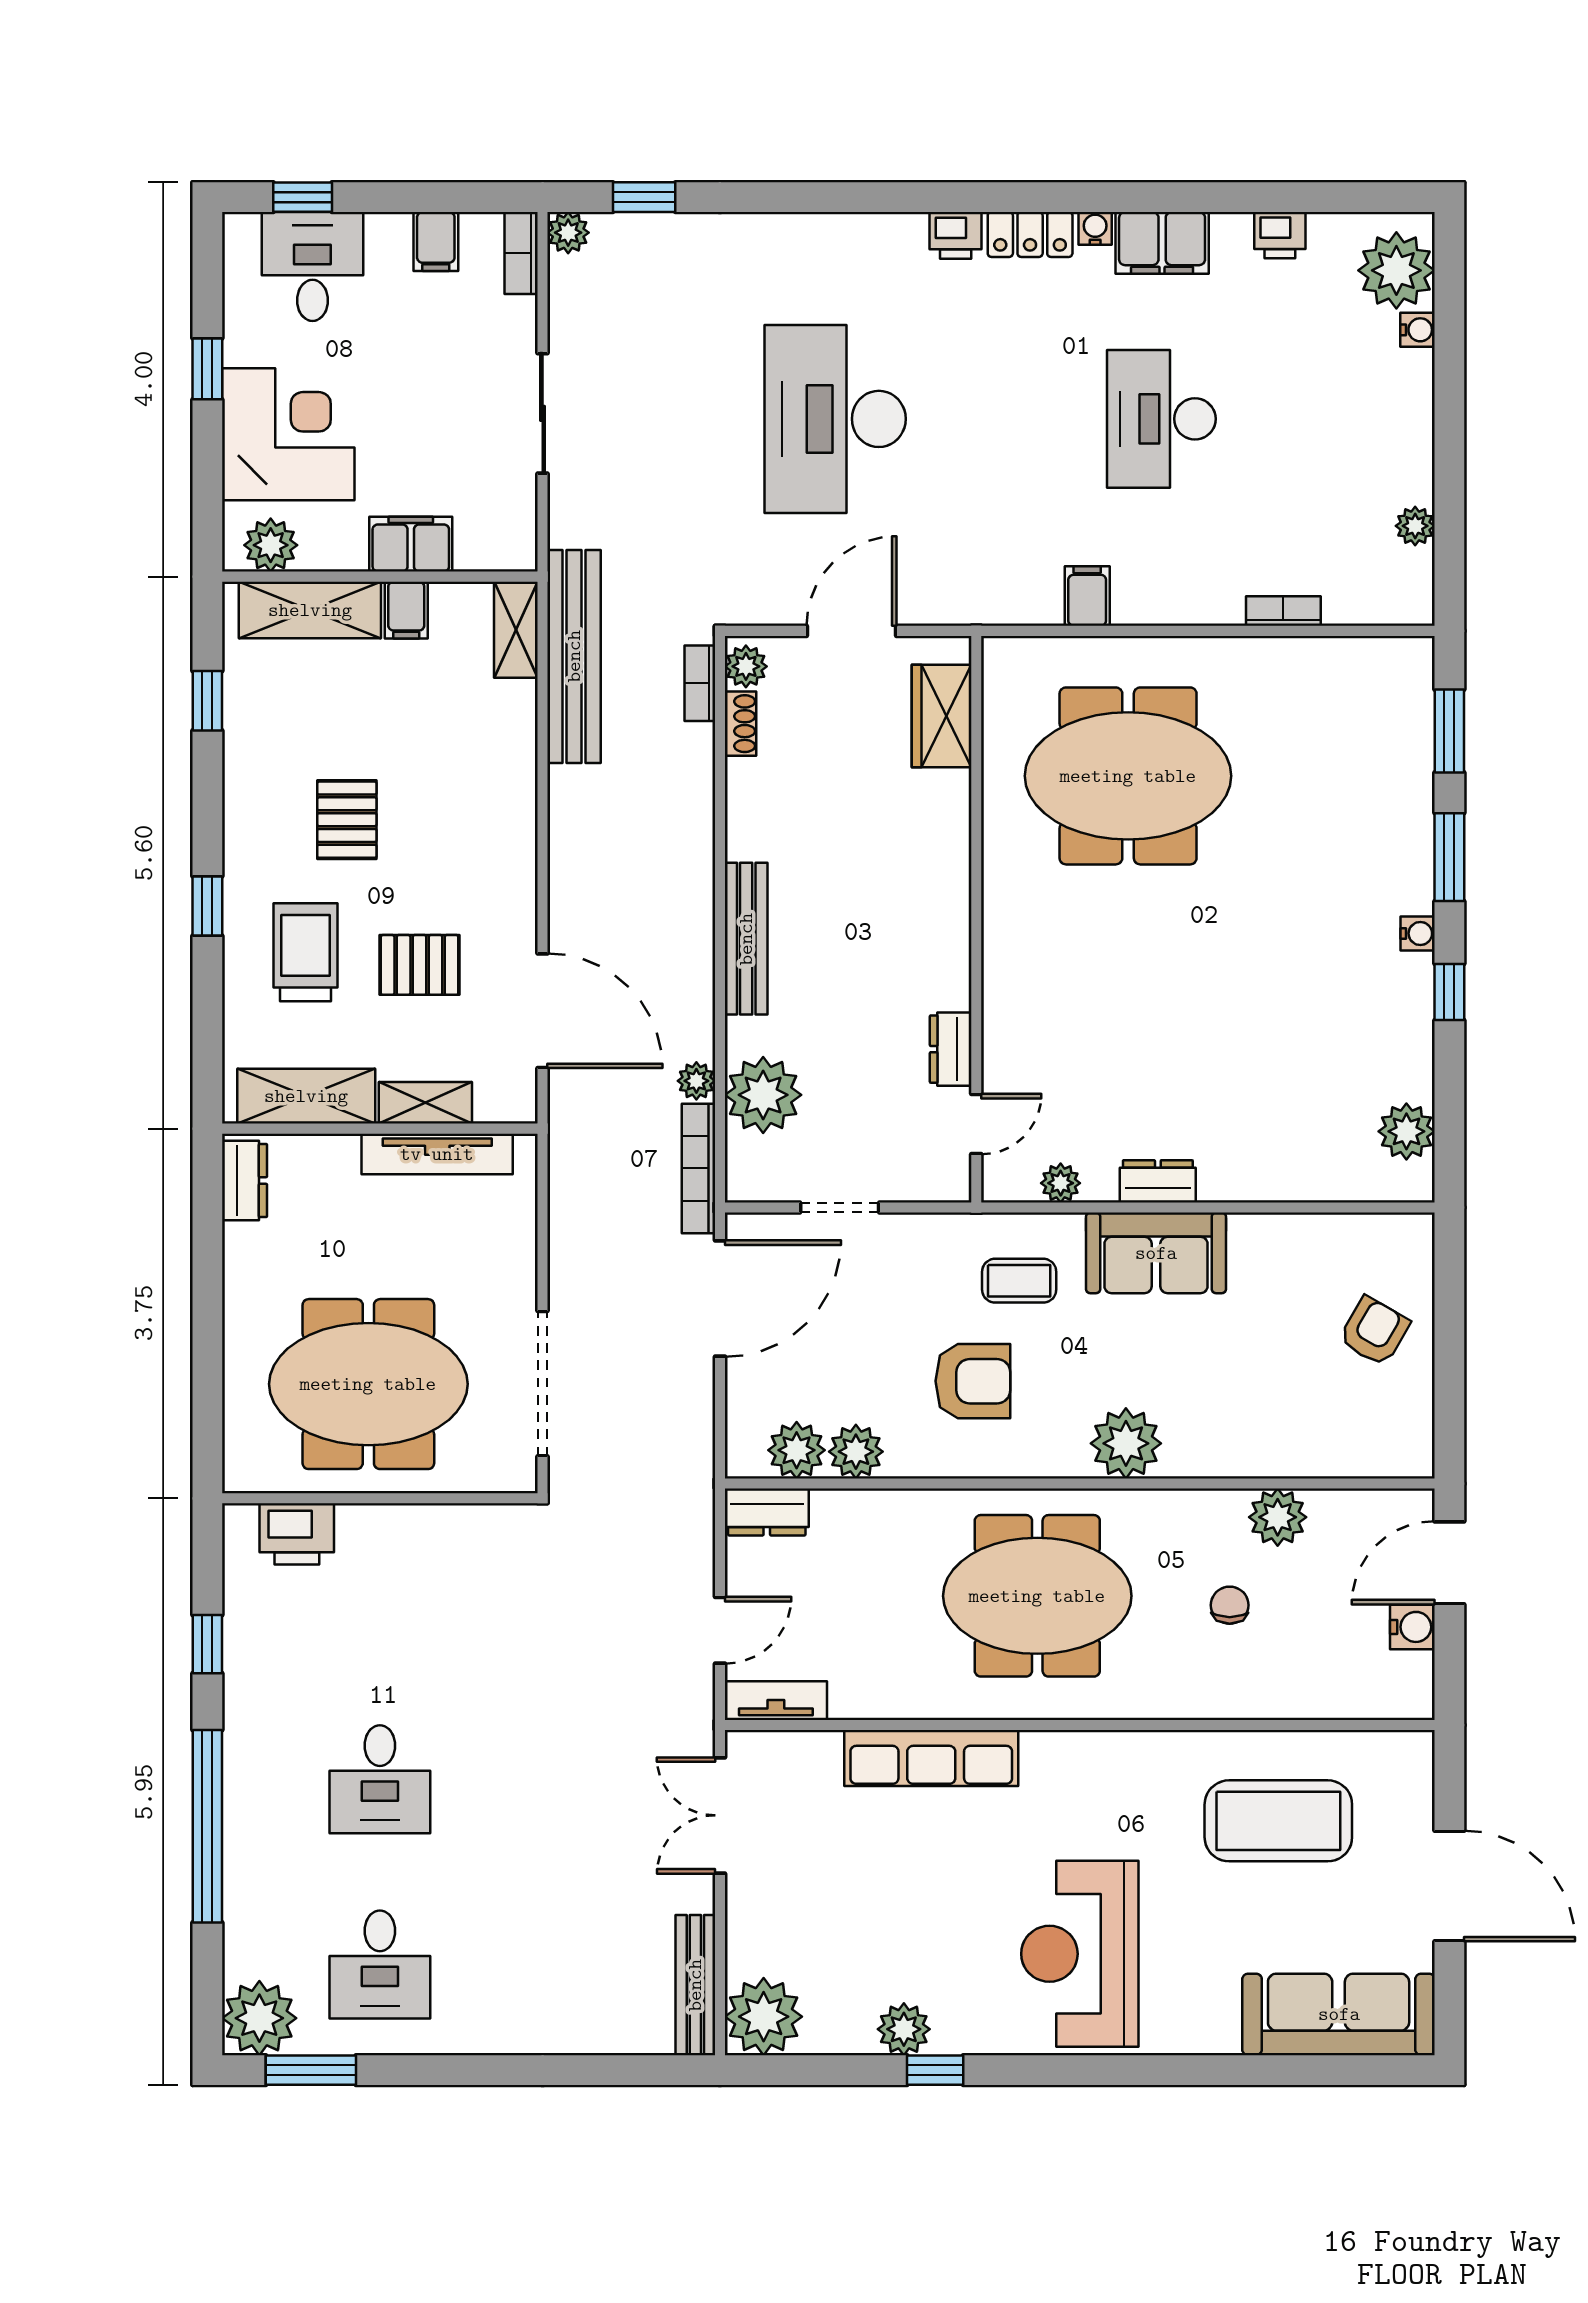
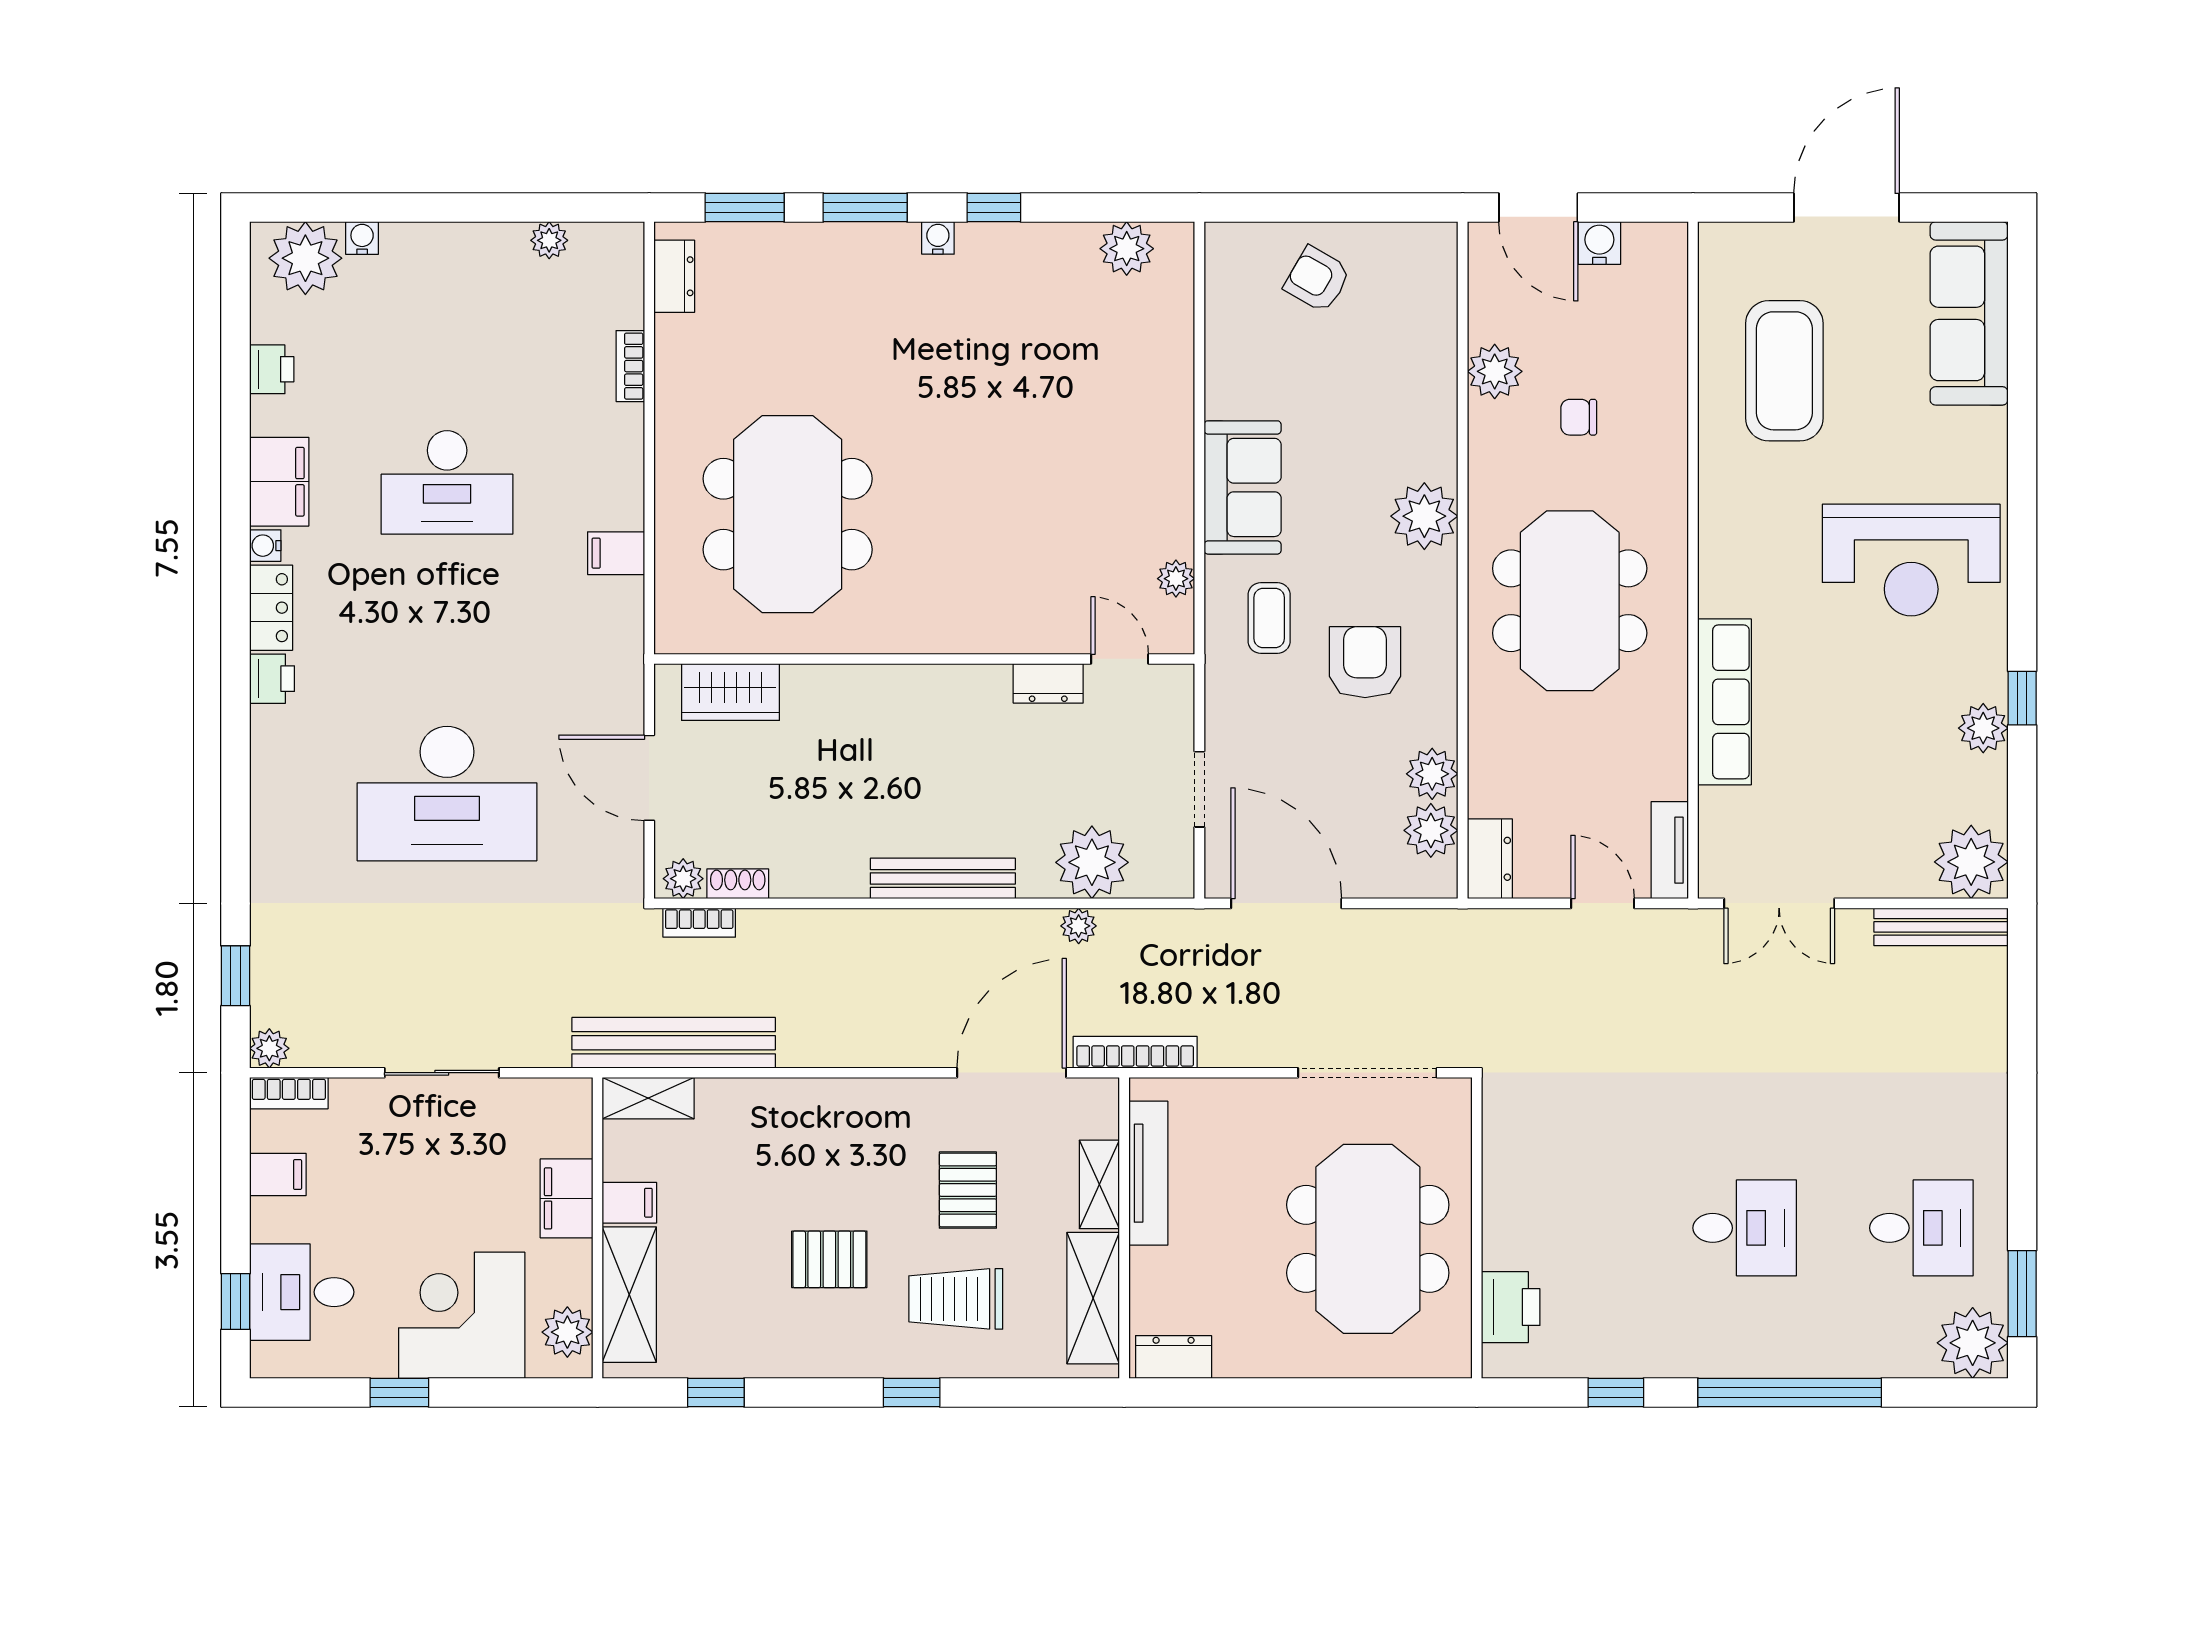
bookcase: (698, 1168) -> (1135, 1052), moved, turned 180
dresser: (1158, 1181) -> (674, 276), moved, turned 180

